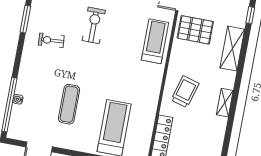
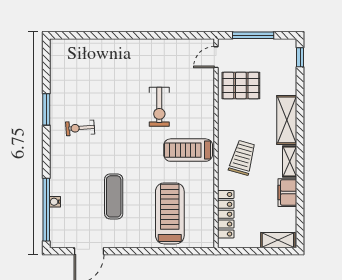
exercise bike: (94, 25) -> (159, 107), moved, turned 180
treadmill: (155, 41) -> (188, 150), moved, turned -90
shelving: (232, 49) -> (287, 120), moved
filing cabinet: (218, 129) -> (287, 193), added

